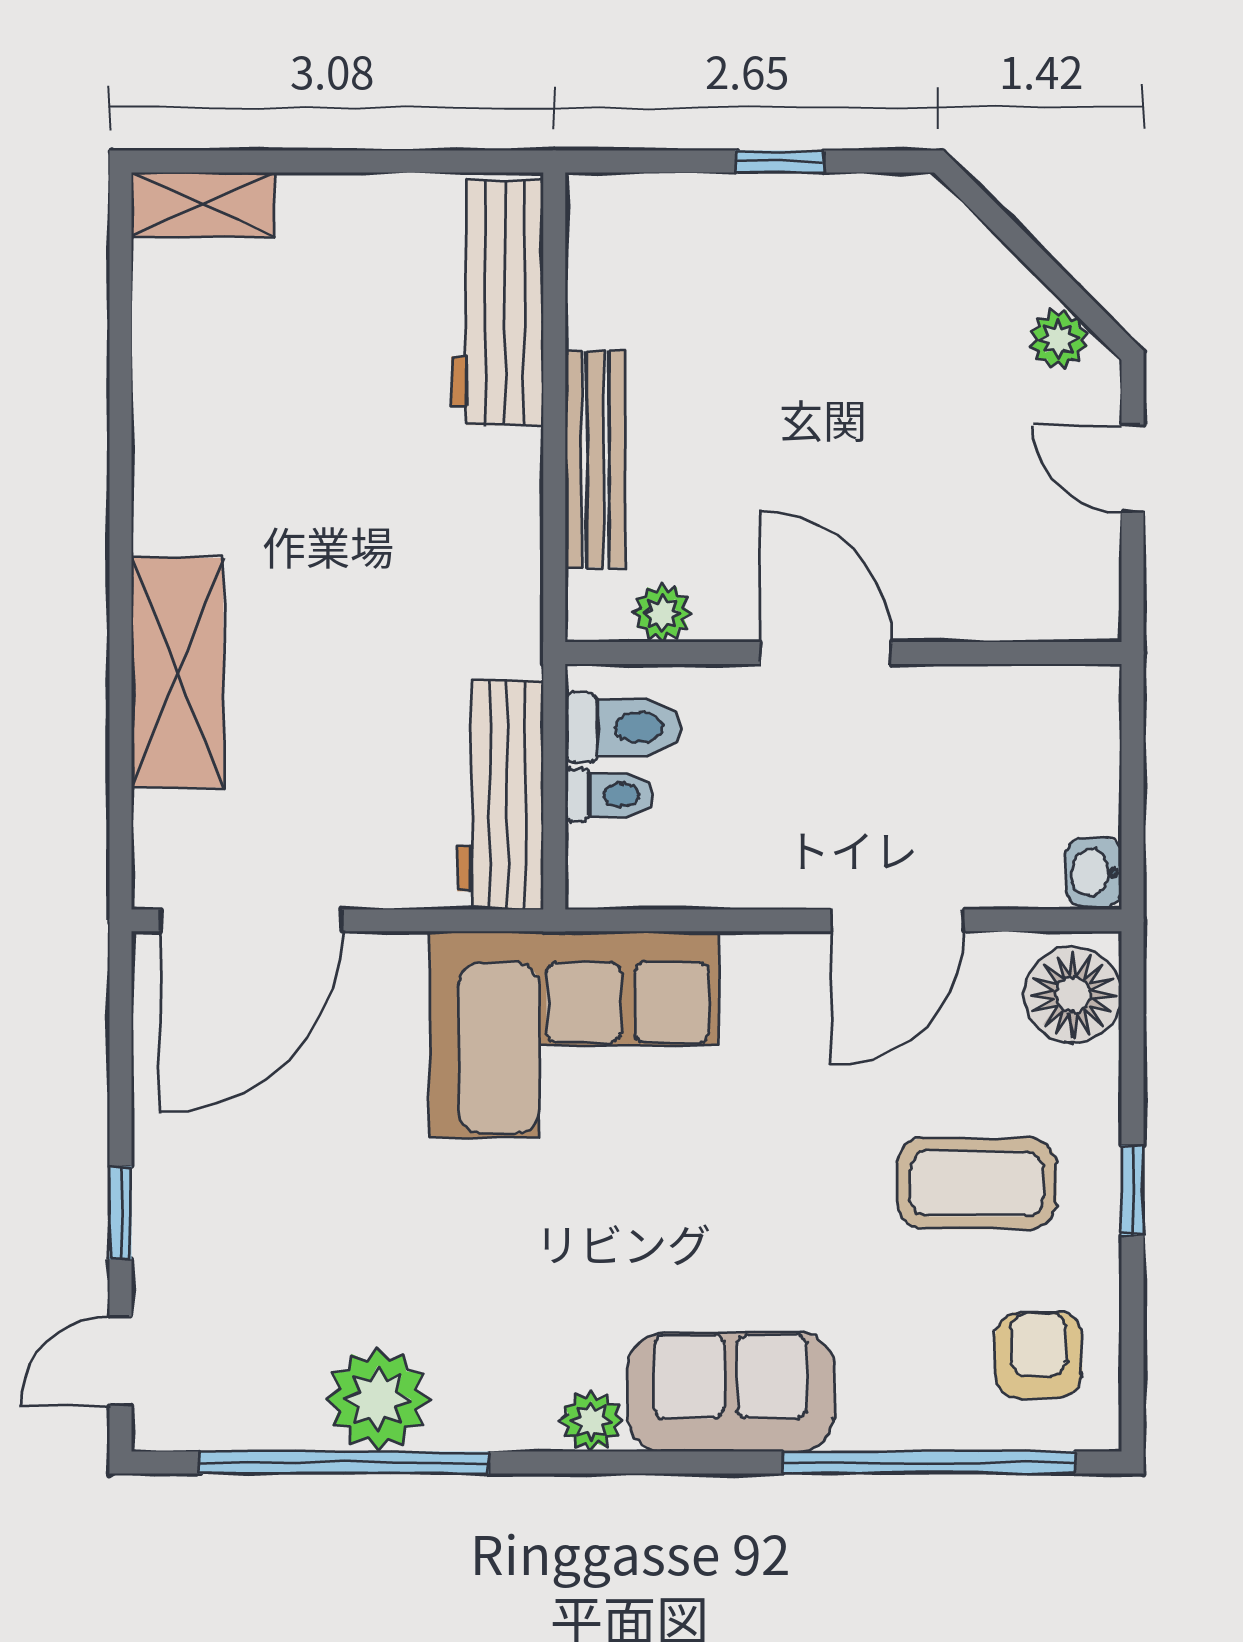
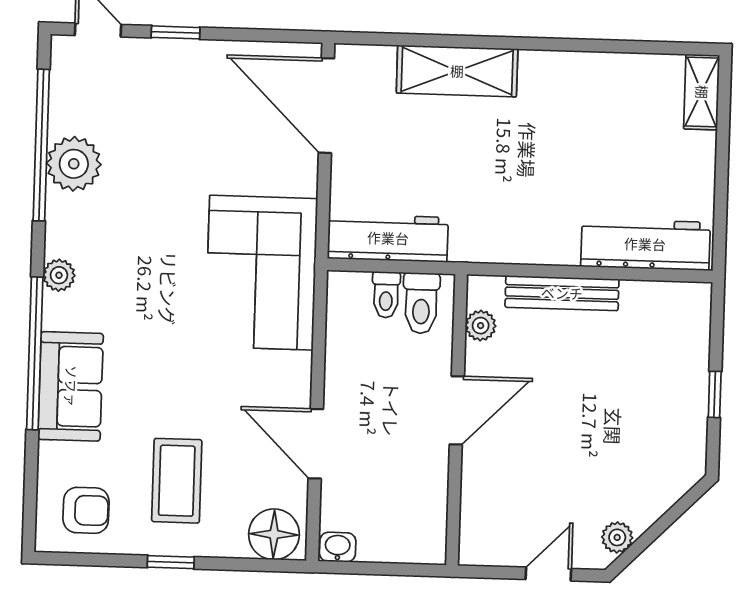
sofa: (731, 1392) -> (71, 386), moved
window: (929, 1463) -> (35, 353), moved

